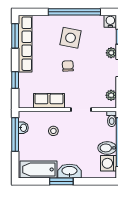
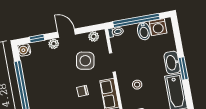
side table: (71, 38) -> (85, 61), moved
chair: (68, 66) -> (83, 91), moved

